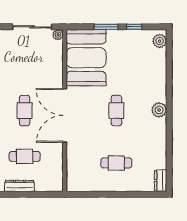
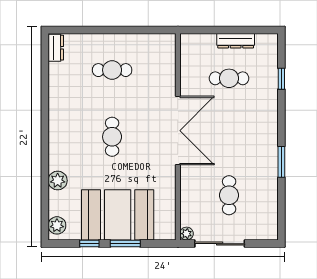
booth: (86, 58) -> (118, 215), moved, turned 90
plant: (159, 110) -> (58, 181), moved
cafe table: (25, 111) -> (229, 195), moved

